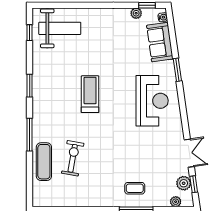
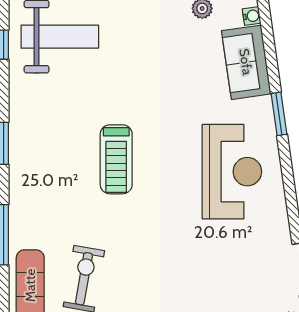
treadmill: (90, 94) -> (116, 159), turned 180

